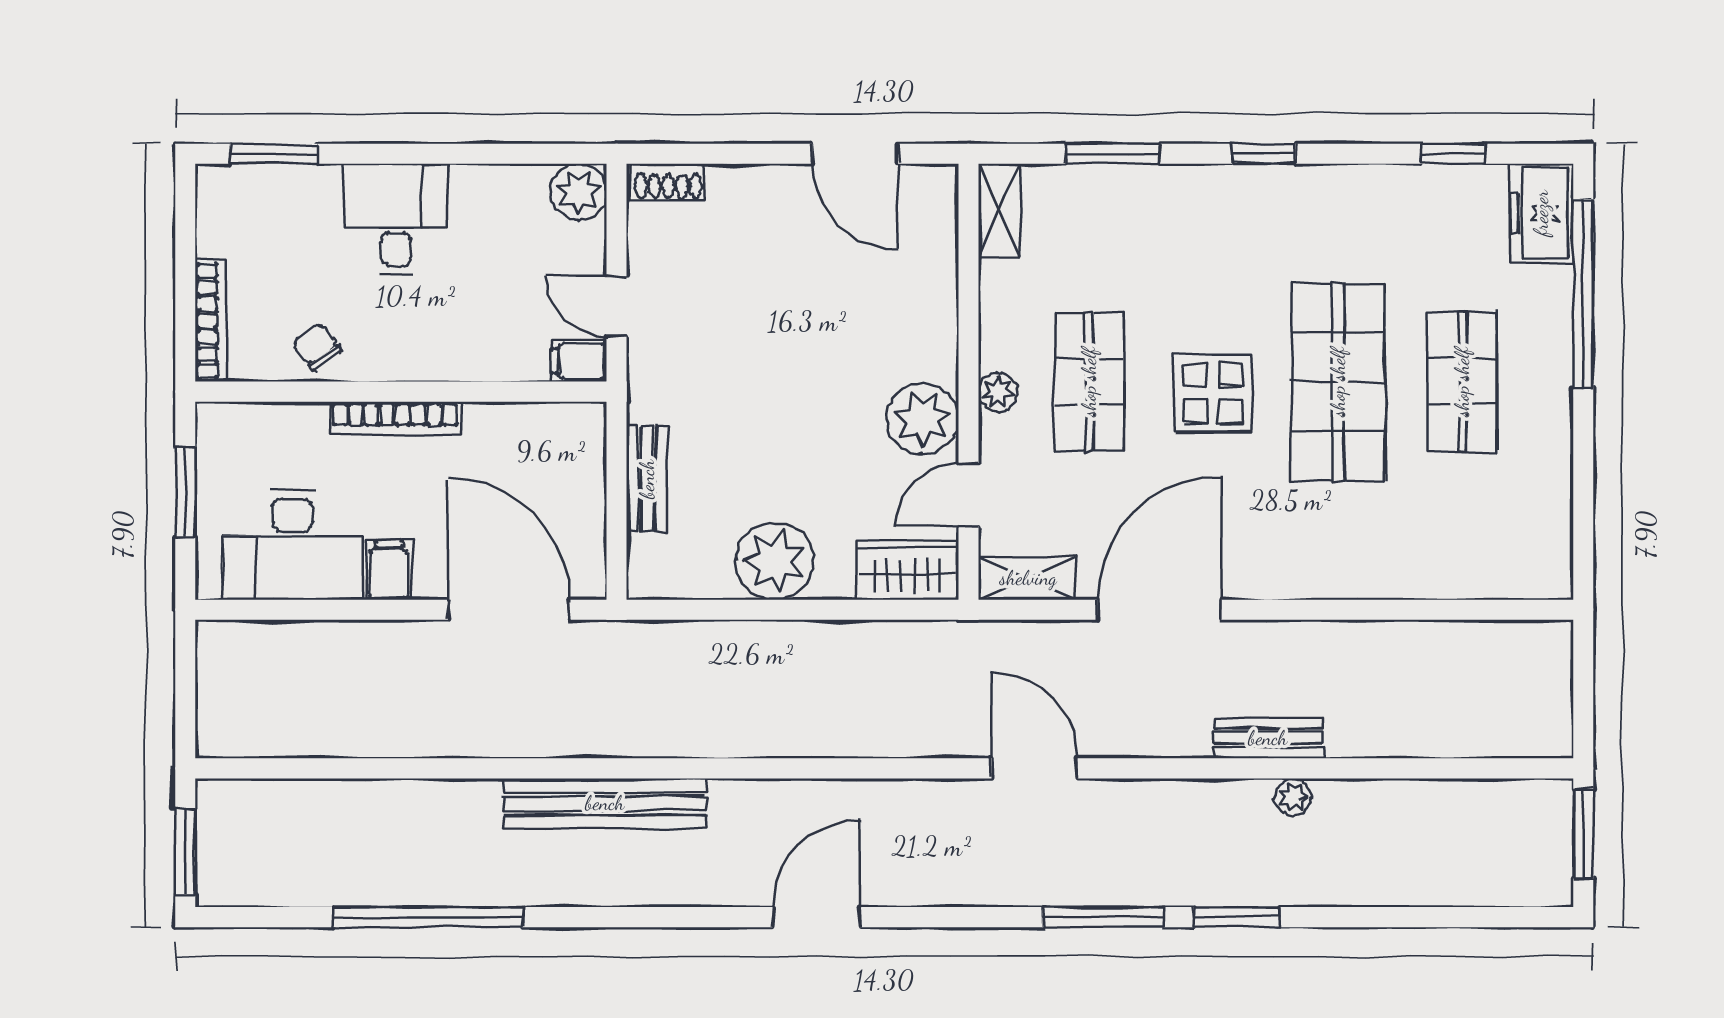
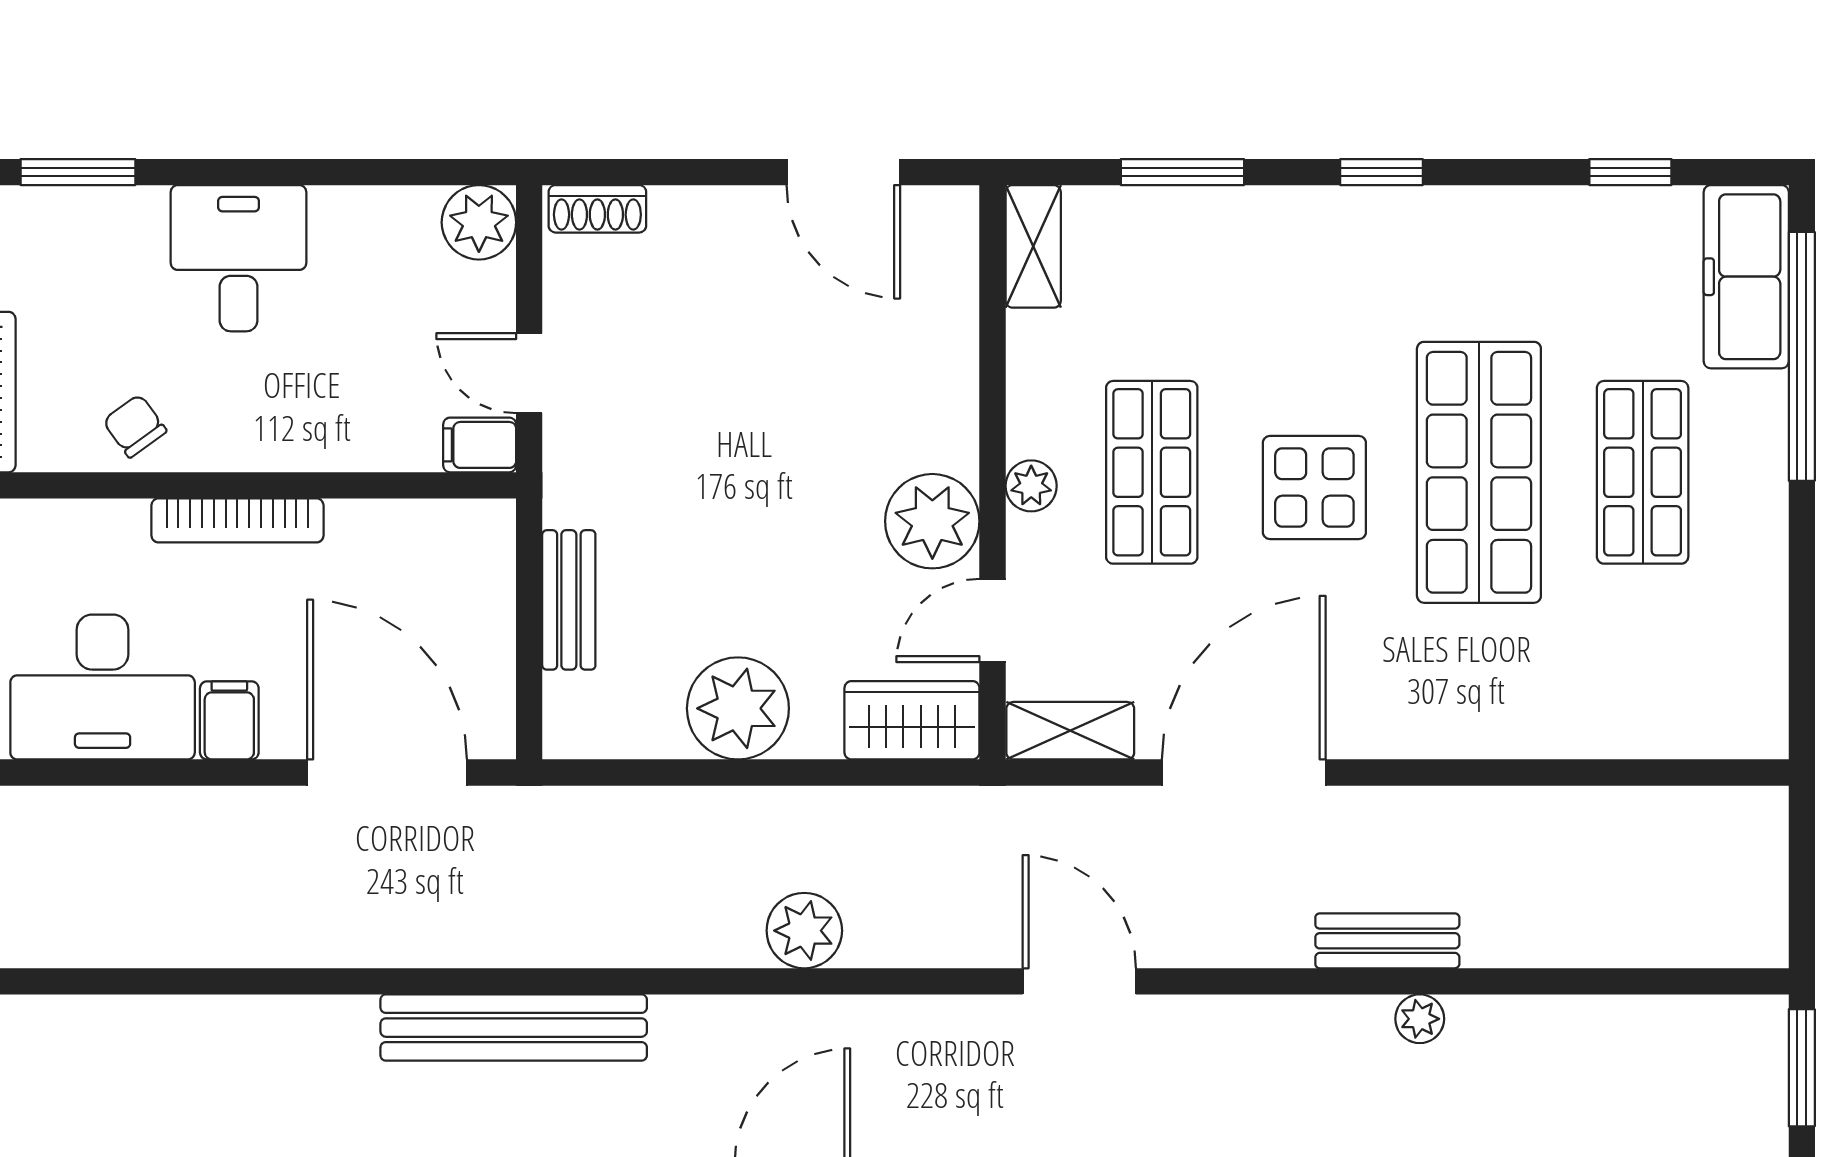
freezer: (1541, 213) -> (1746, 277), width x1.40
plant: (825, 730) -> (804, 931), added

